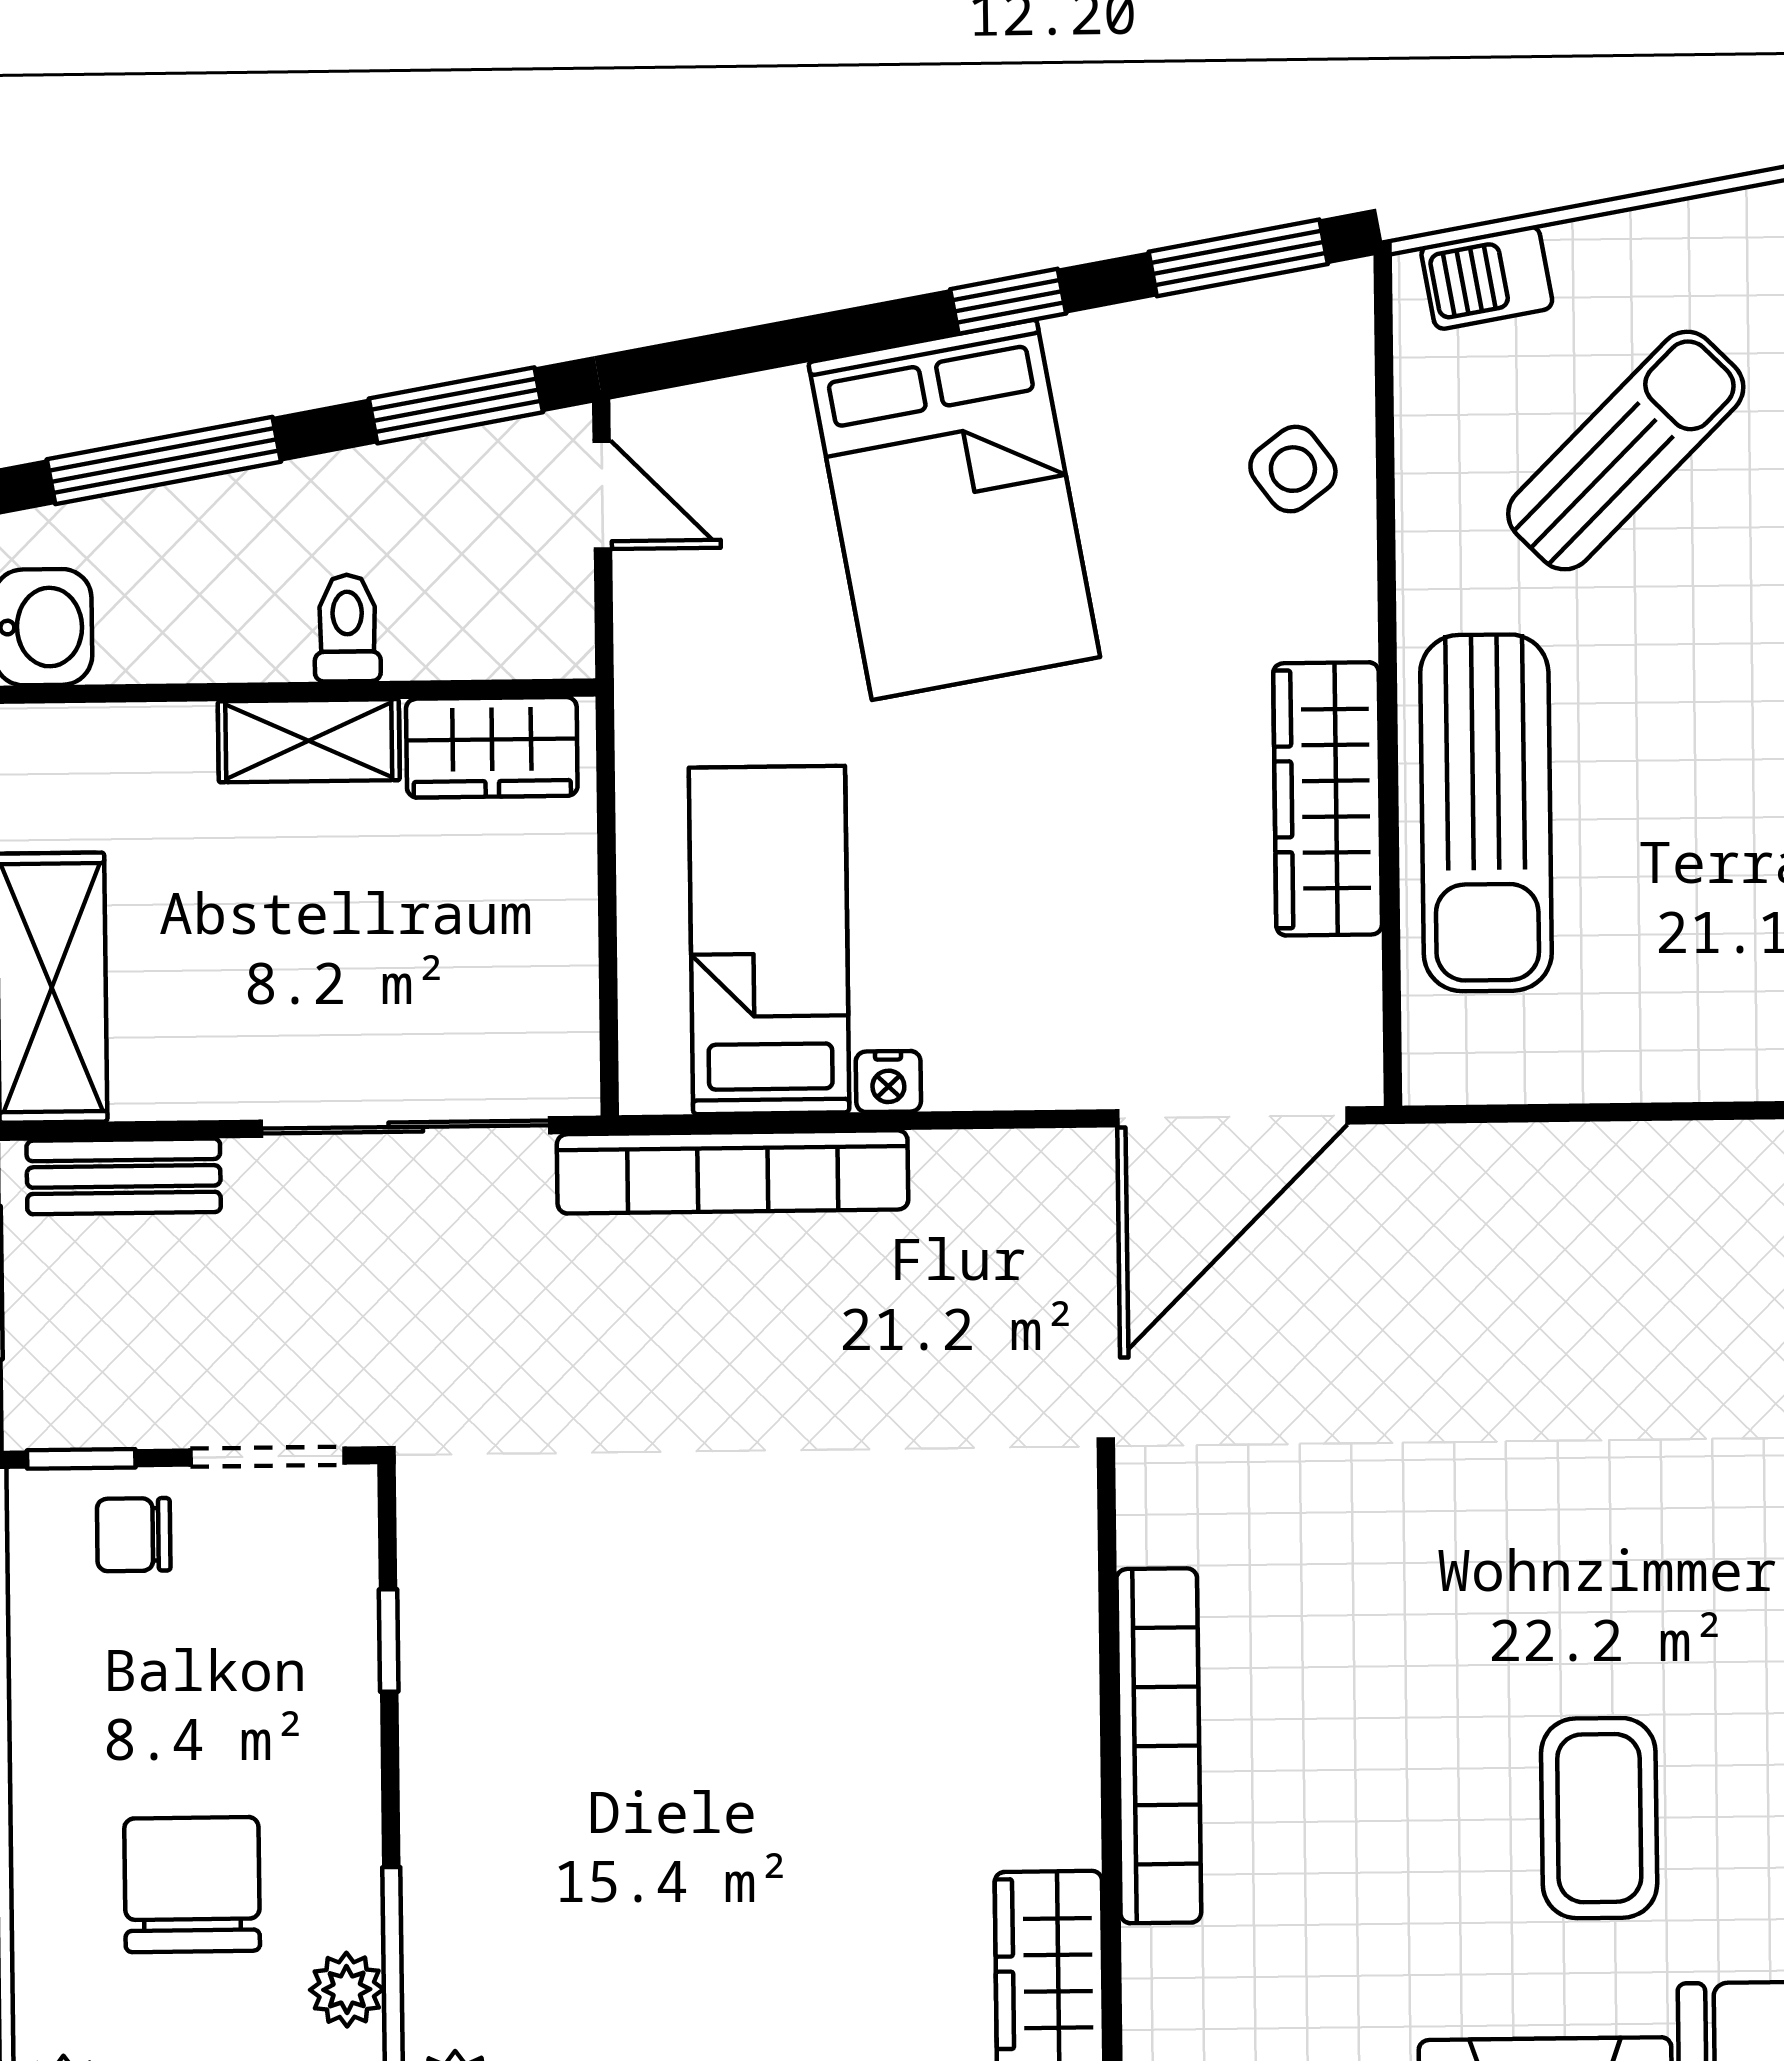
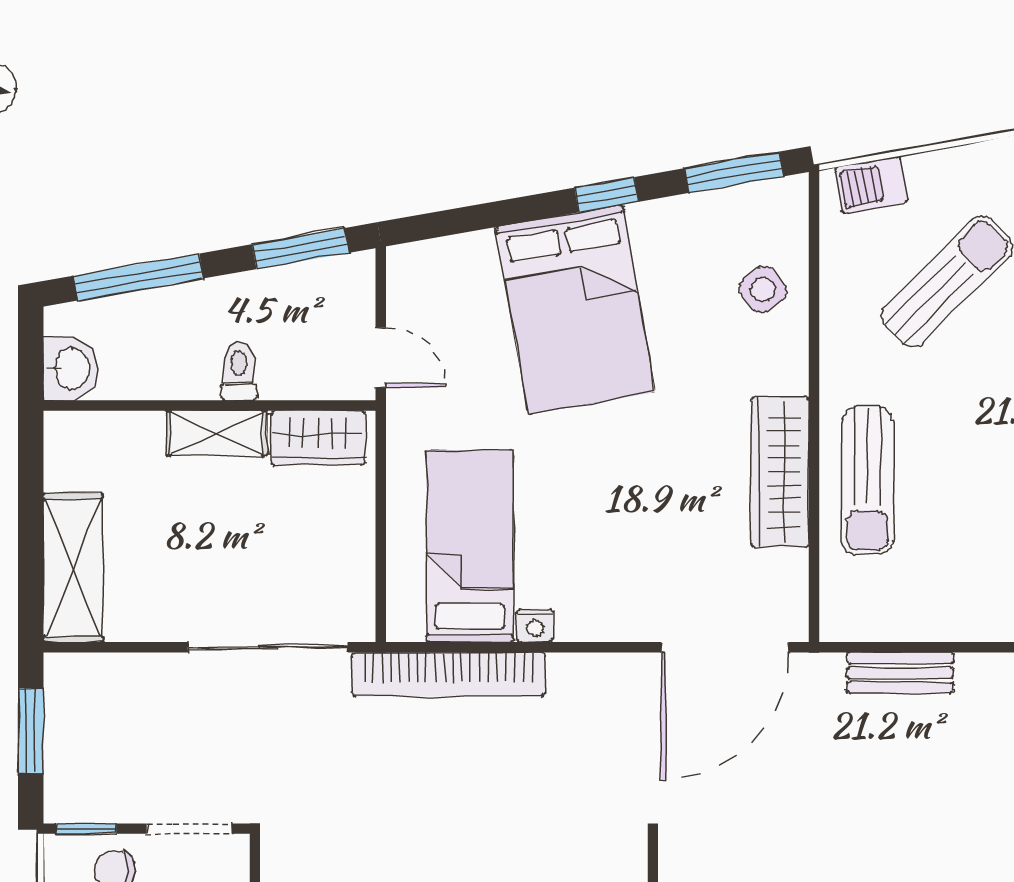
door: (602, 495) -> (381, 358), moved
sun lounger: (1486, 813) -> (867, 481), width x0.73, depth x0.75
bench: (124, 1176) -> (900, 673), moved

